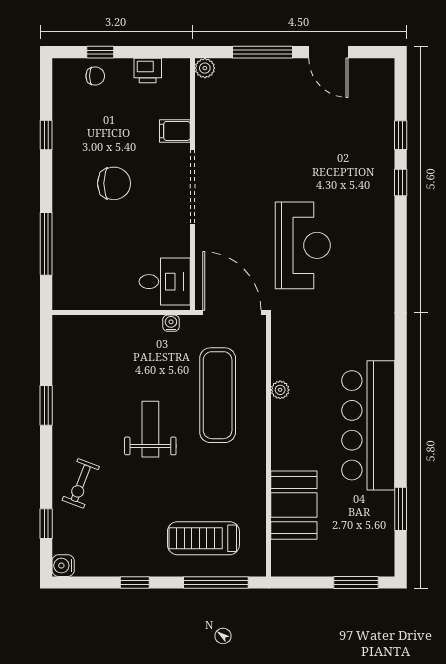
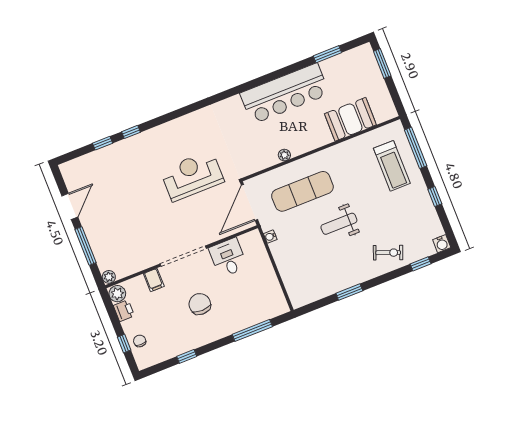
plant: (176, 71) -> (117, 294), added
desk: (165, 282) -> (228, 258), moved

